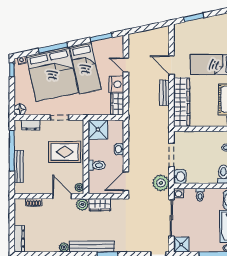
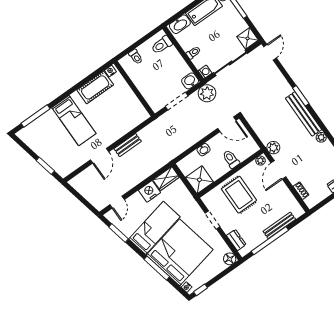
door: (126, 65) -> (117, 202), moved
wardrobe: (182, 102) -> (125, 124), removed
wardrobe: (100, 205) -> (263, 132), removed

